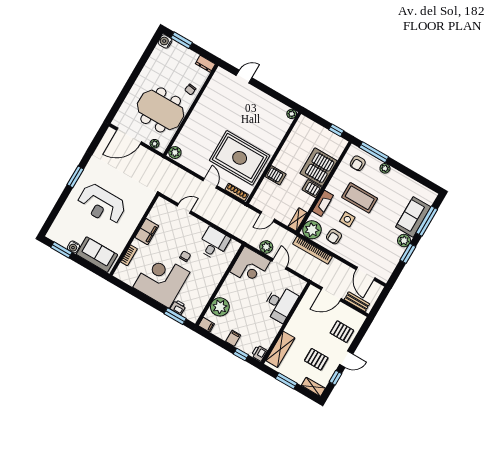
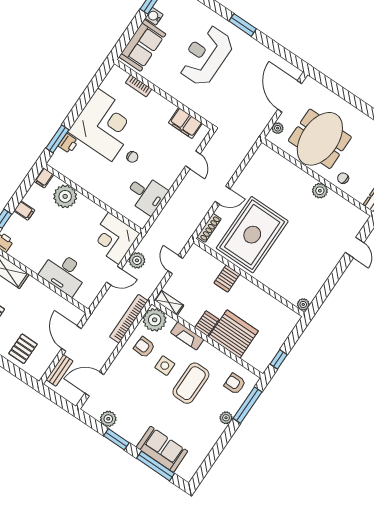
plant: (175, 153) -> (320, 191), moved
filing cabinet: (147, 232) -> (185, 123), moved
plant: (404, 240) -> (108, 419), moved

